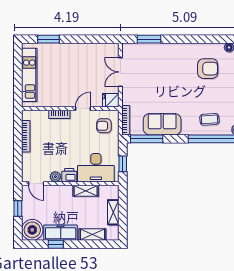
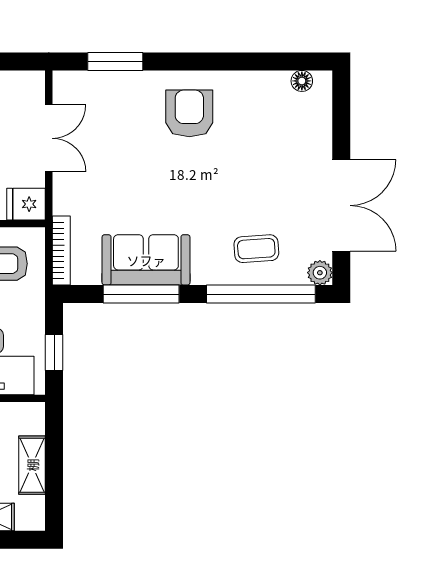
armchair: (208, 69) -> (189, 113), moved, turned -90
double door: (120, 72) -> (49, 138), swing flipped
window: (147, 139) -> (141, 294), moved

